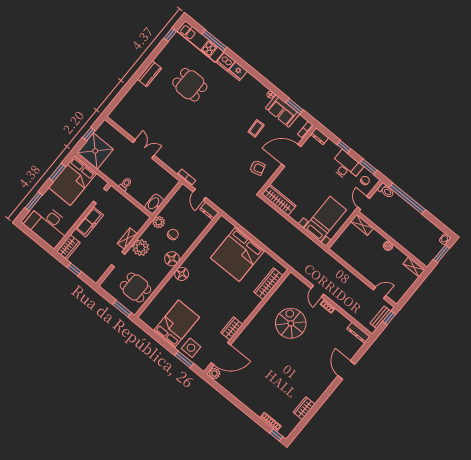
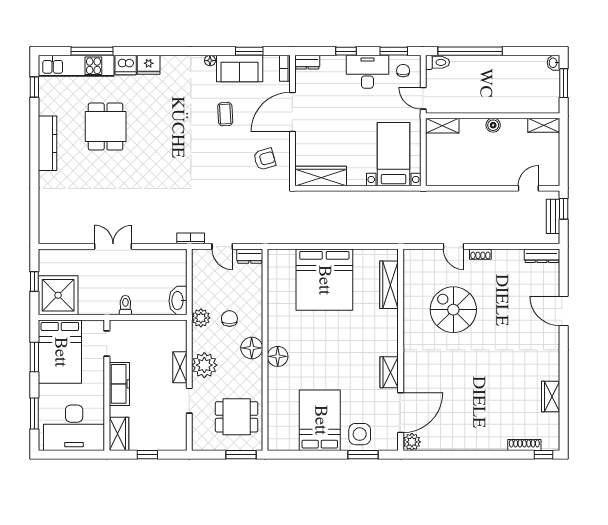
kitchen counter: (149, 74) -> (47, 143), width x1.50
dining table: (190, 85) -> (106, 127), turned 90

